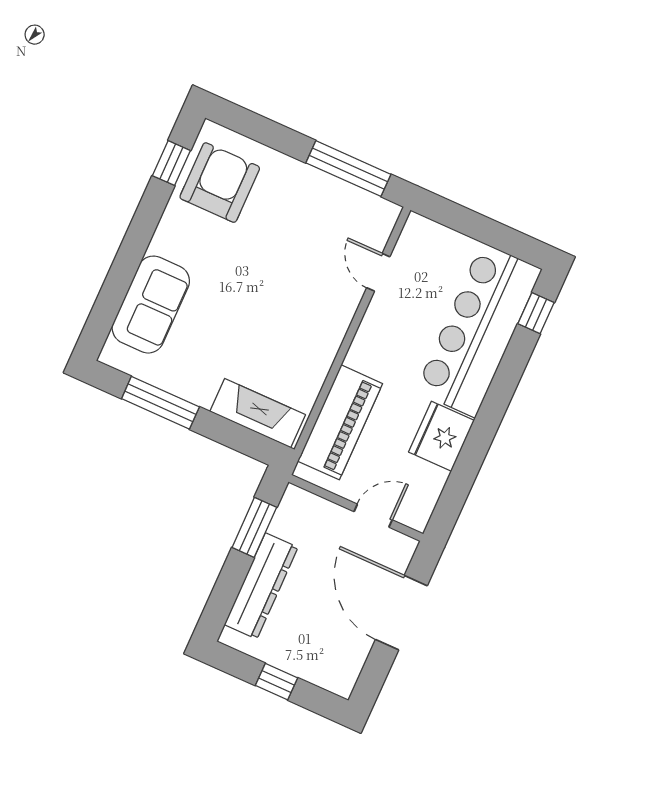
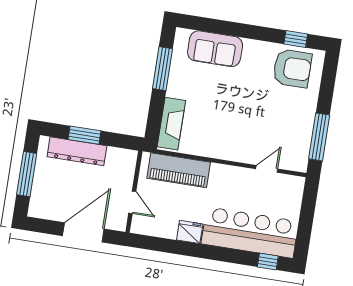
fridge: (441, 436) -> (190, 232), width x0.73, depth x0.75
window: (254, 527) -> (85, 135), moved
window: (277, 682) -> (27, 174), width x2.17

